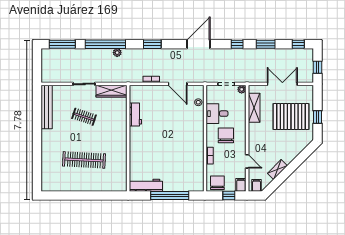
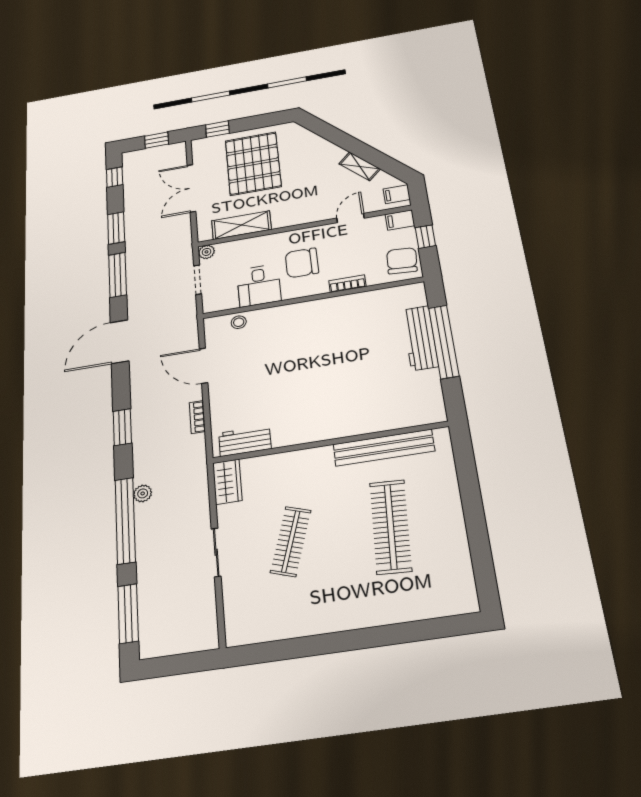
door: (198, 44) -> (120, 342), hinge flipped
window: (237, 44) -> (118, 275), width x2.17
door: (178, 84) -> (203, 366), swing flipped
wardrobe: (111, 91) -> (227, 482), width x0.67
bench: (47, 107) -> (384, 448), moved
workbench: (135, 114) -> (245, 441), moved
clothes rail: (84, 117) -> (291, 541), width x1.36
window: (318, 117) -> (217, 129), moved
chair: (217, 183) -> (402, 261), turned 94
workbench: (146, 185) -> (420, 338), moved

